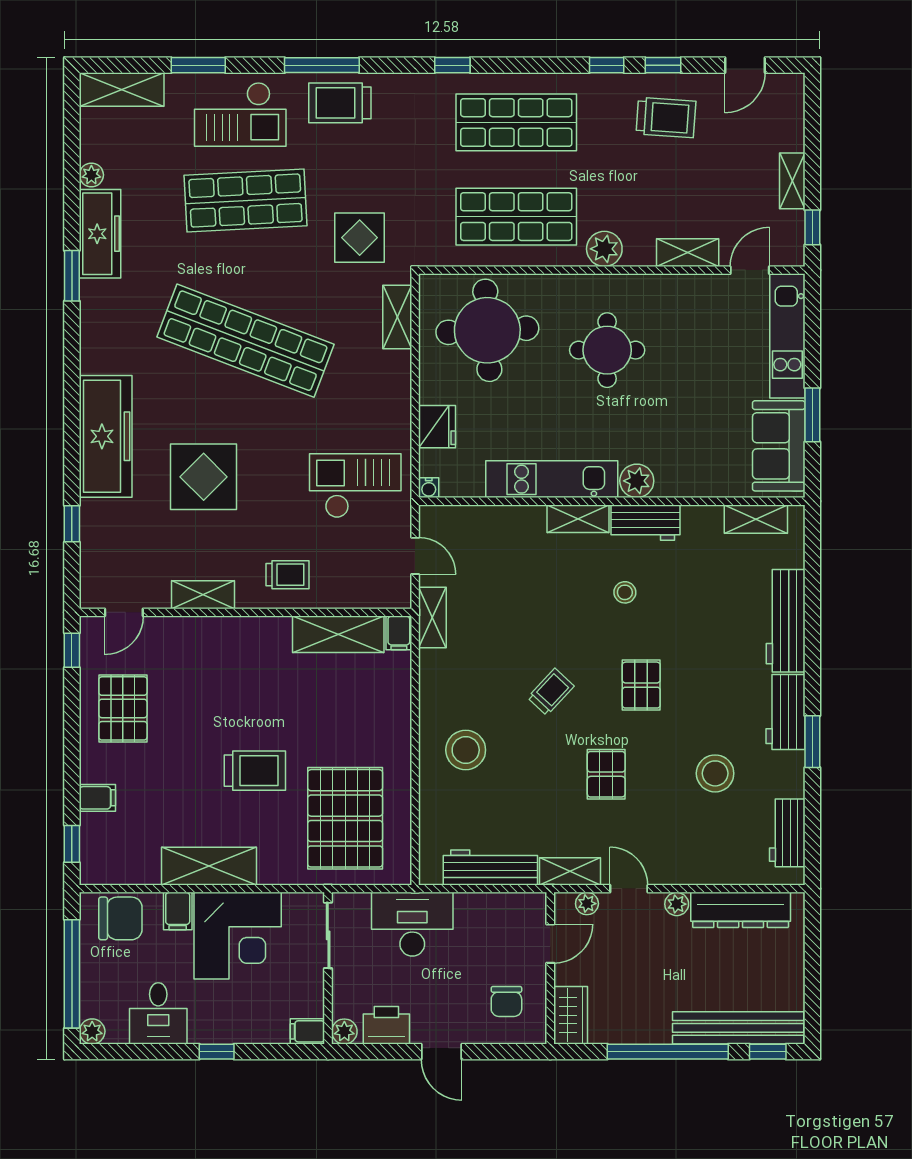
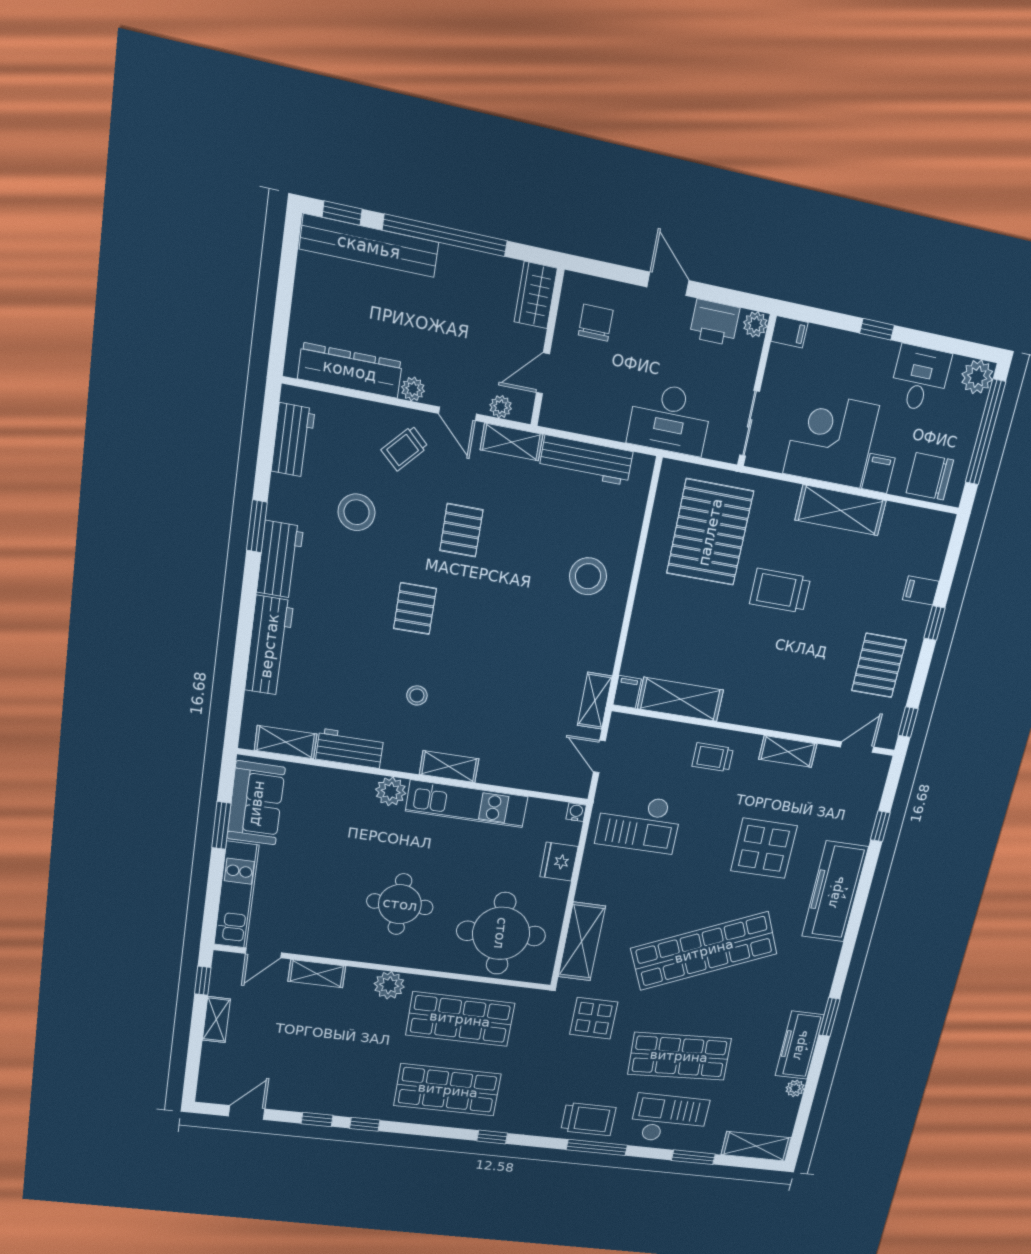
trolley: (666, 118) -> (320, 1080), removed
shelving: (397, 317) -> (582, 942), width x1.50, depth x1.33
shop shelf: (245, 341) -> (704, 951), turned -45
workbench: (646, 523) -> (350, 748), moved
trolley: (551, 692) -> (405, 448), moved
window: (72, 844) -> (934, 623), moved
plant: (92, 1031) -> (977, 377), width x1.38, depth x1.38

